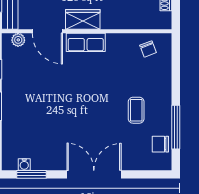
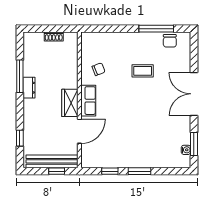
plant: (18, 40) -> (86, 155), removed
chair: (148, 49) -> (99, 69), moved
coffee table: (136, 110) -> (143, 71), moved

